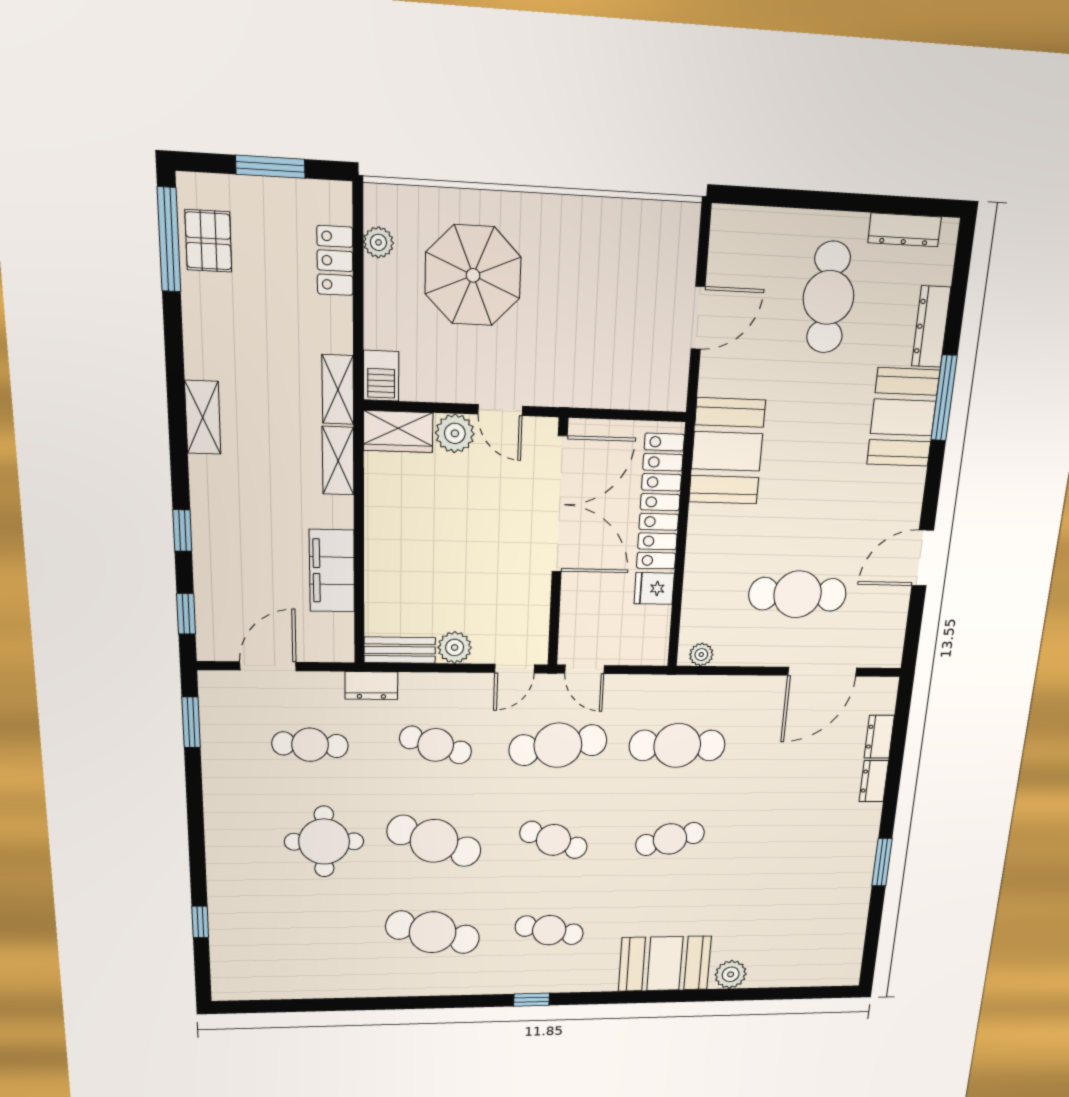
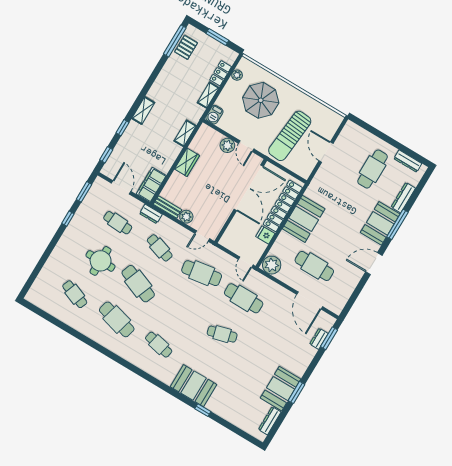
door: (698, 318) -> (326, 152), swing flipped
sun lounger: (591, 326) -> (290, 136), added
shelving: (338, 390) -> (208, 95), moved
shelving: (203, 417) -> (143, 110), moved
wardrobe: (398, 432) -> (187, 162), moved, turned -90
booth: (727, 451) -> (304, 219), moved
door: (923, 558) -> (374, 264), moved
filing cabinet: (332, 571) -> (151, 185), moved
plant: (701, 655) -> (272, 265), width x1.87, depth x1.87
door: (268, 666) -> (121, 187), hinge flipped
door: (585, 669) -> (246, 262), moved
door: (822, 672) -> (310, 301), hinge flipped
window: (900, 724) -> (329, 338), added
dresser: (874, 781) -> (270, 421), moved, width x1.44
cafe table: (553, 840) -> (75, 294), moved
booth: (846, 873) -> (281, 389), added
window: (200, 922) -> (68, 219), moved
plant: (731, 974) -> (216, 406), removed
window: (532, 1000) -> (203, 410), moved

